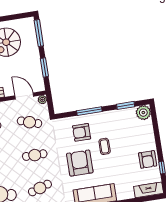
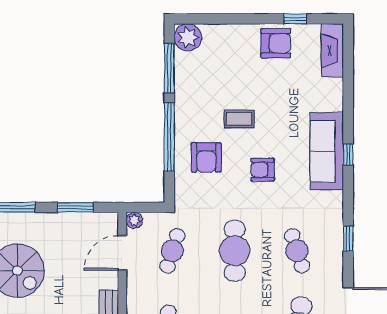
window: (126, 105) -> (169, 68), width x1.44
window: (89, 111) -> (169, 137), width x1.46
cafe table: (35, 155) -> (235, 251), width x1.37, depth x1.35
armchair: (80, 163) -> (263, 170), width x0.53, depth x0.53

